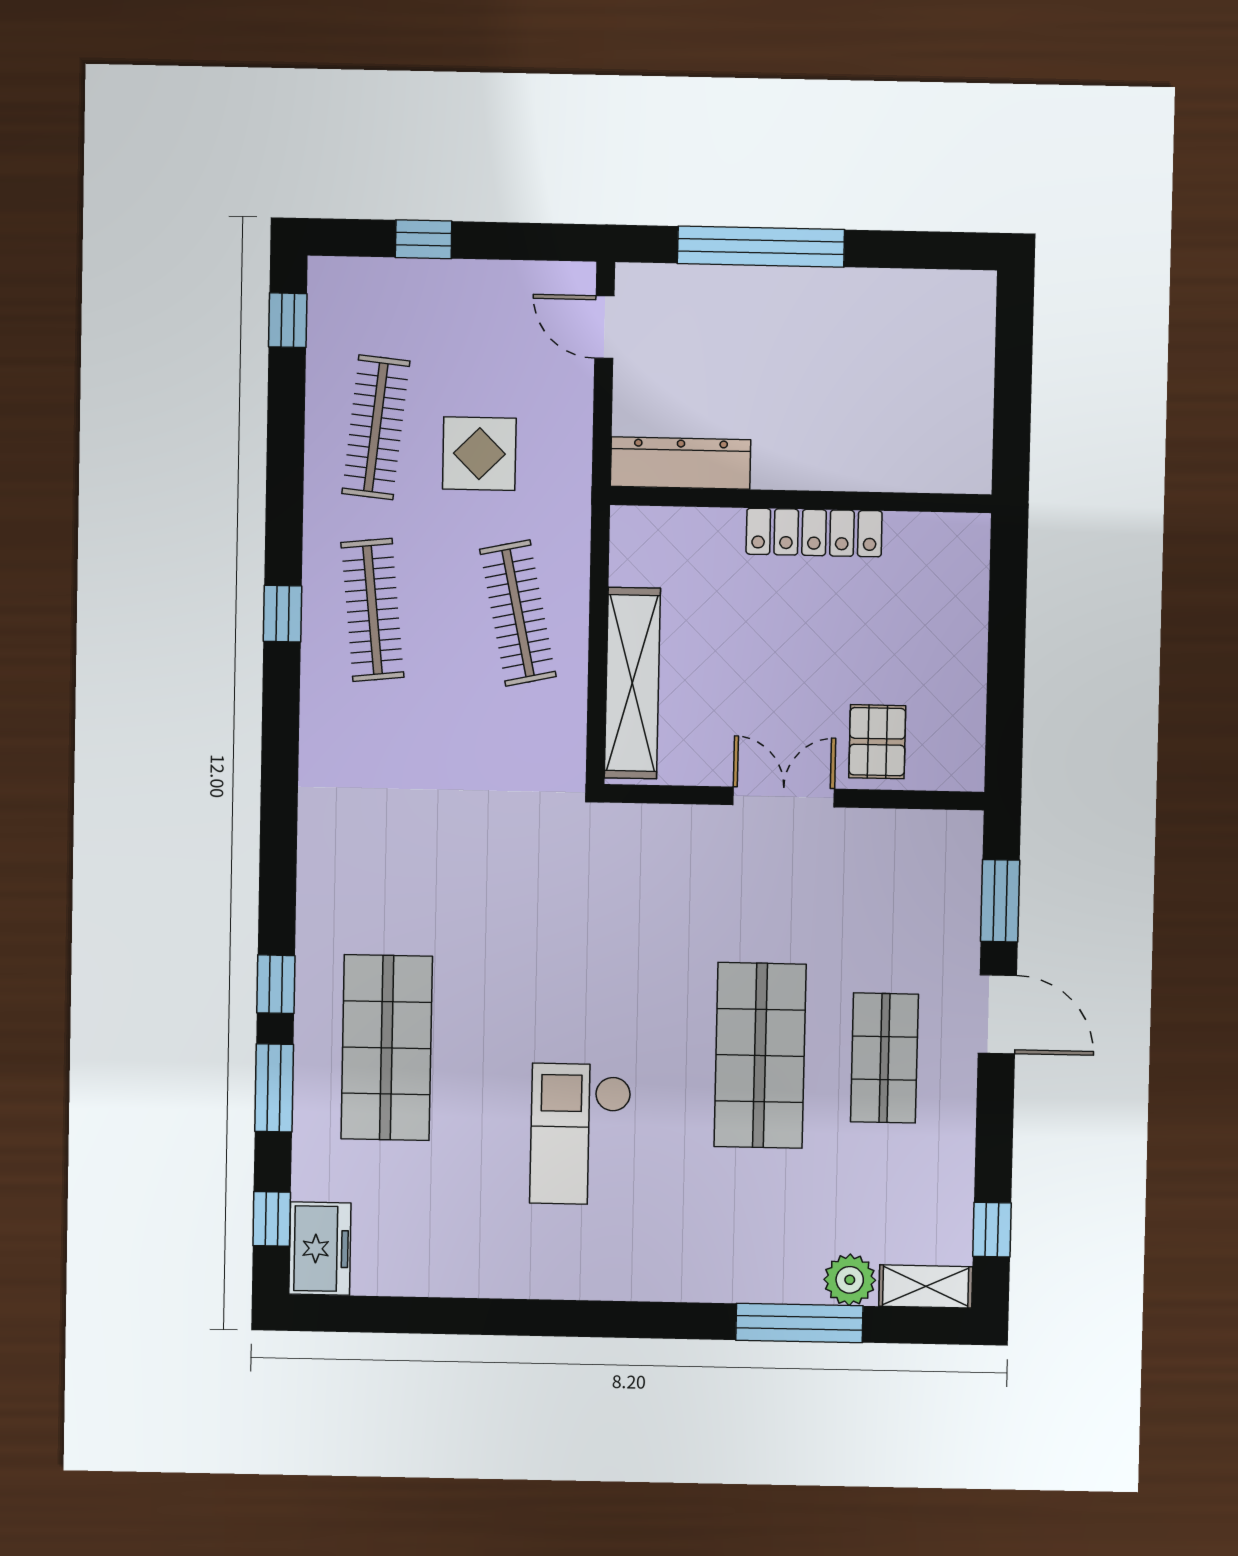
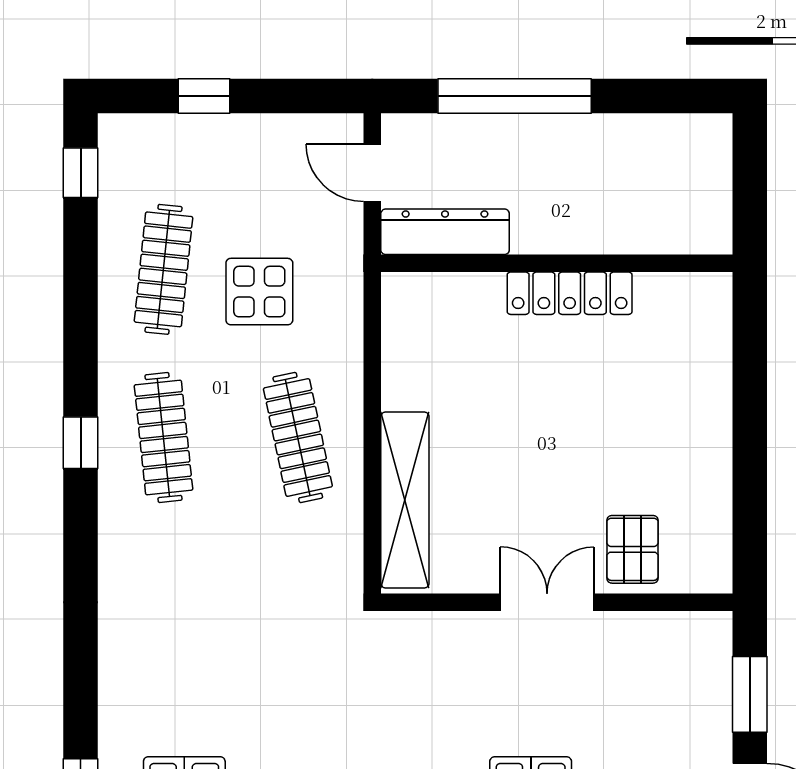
dresser: (681, 463) -> (445, 232), moved
wall: (801, 500) -> (557, 263), moved
locker: (814, 533) -> (570, 293), moved

